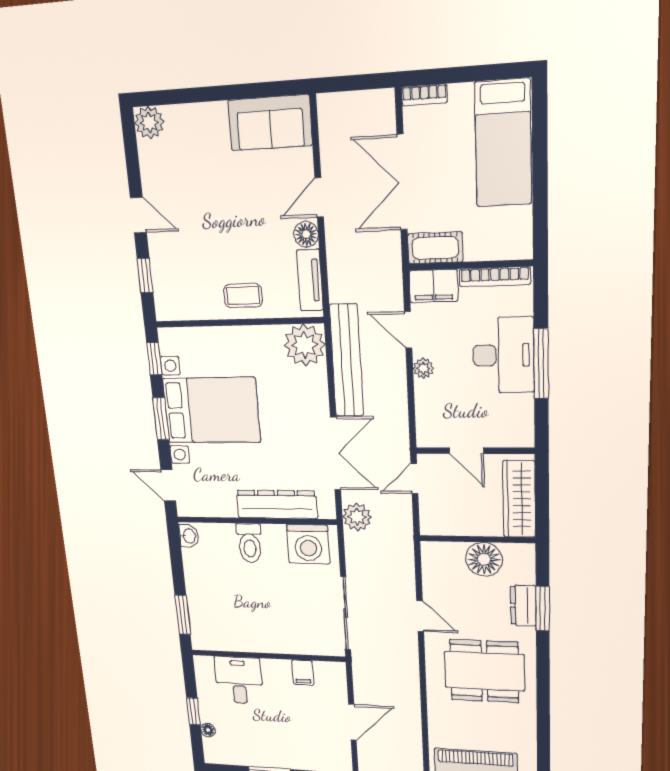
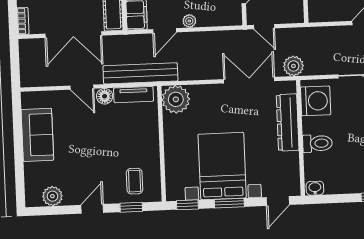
plant: (149, 122) -> (52, 196), moved
sofa: (270, 123) -> (37, 135), moved
coffee table: (243, 296) -> (135, 181), moved
bench: (347, 361) -> (140, 73), moved

